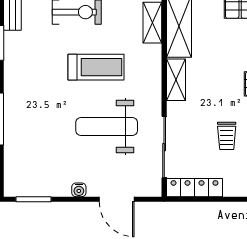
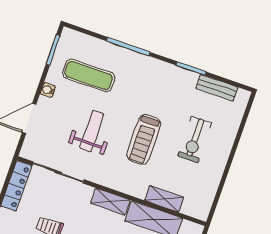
weight bench: (107, 126) -> (92, 131), width x0.73, depth x0.75
exercise mat: (48, 151) -> (89, 76), added

